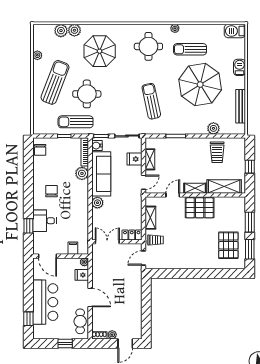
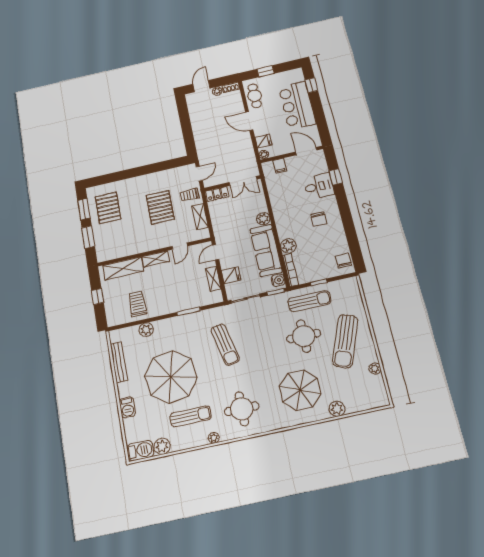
plant: (61, 31) -> (162, 446), moved
pallet: (200, 208) -> (160, 207), moved, turned 90

